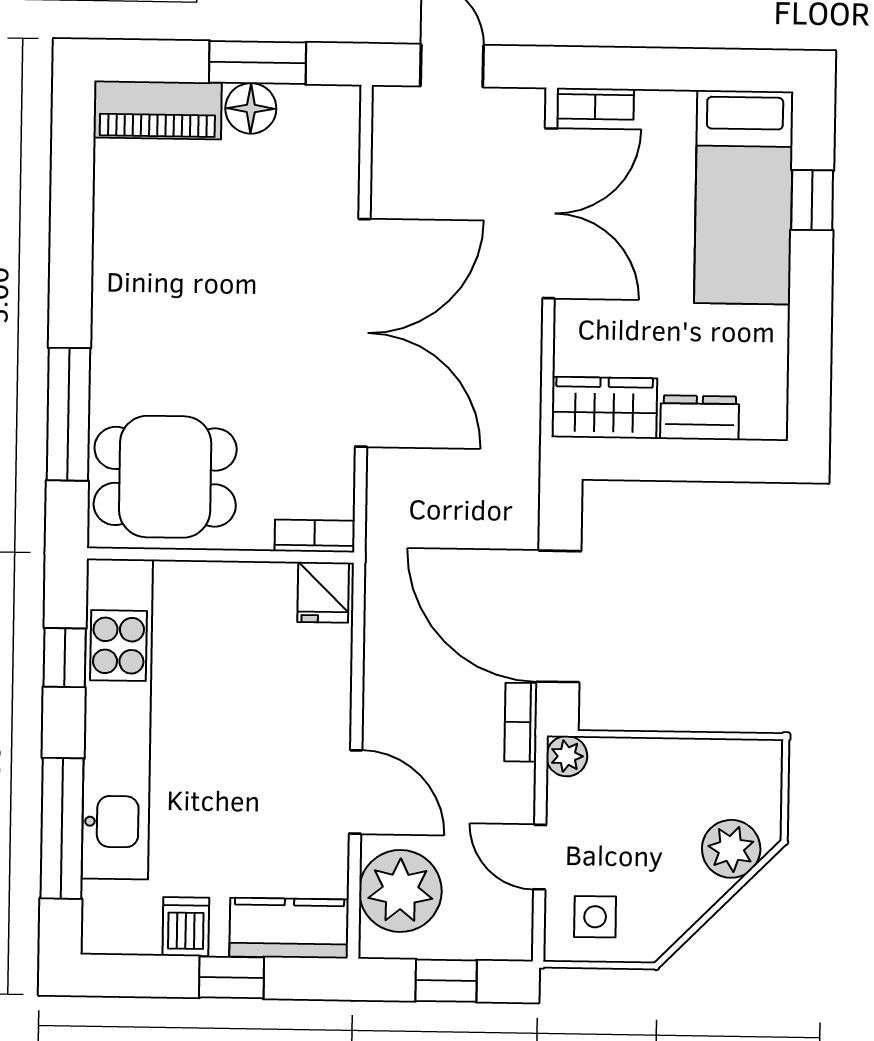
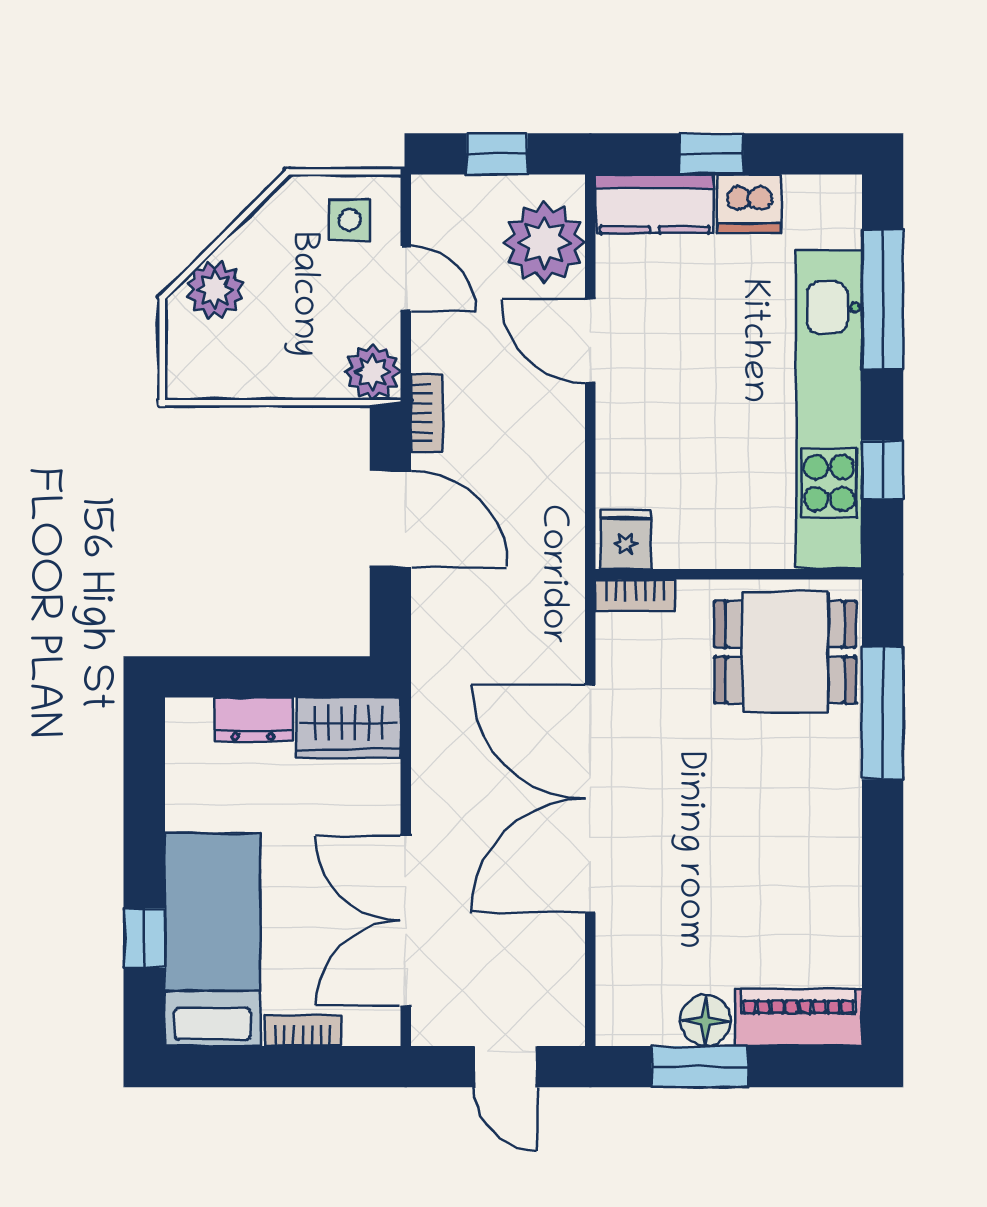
bookcase: (595, 104) -> (303, 1031), moved
door: (559, 616) -> (390, 519), width x0.73
plant: (567, 756) -> (373, 372), width x1.38, depth x1.38
dishwasher: (186, 927) -> (749, 204), width x1.38

